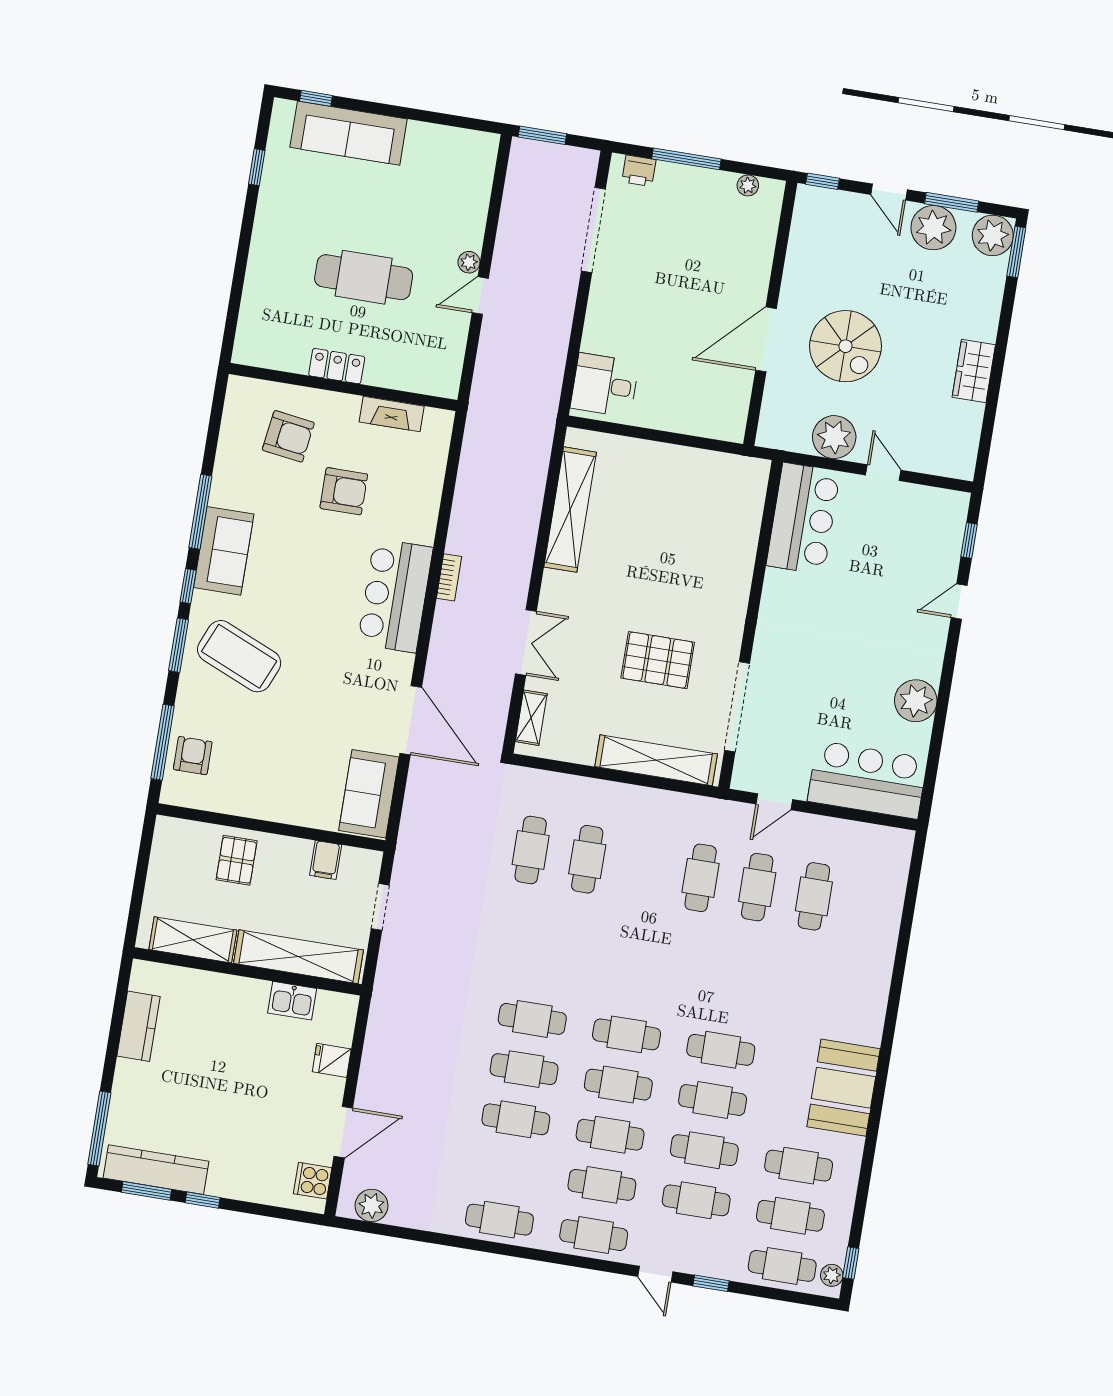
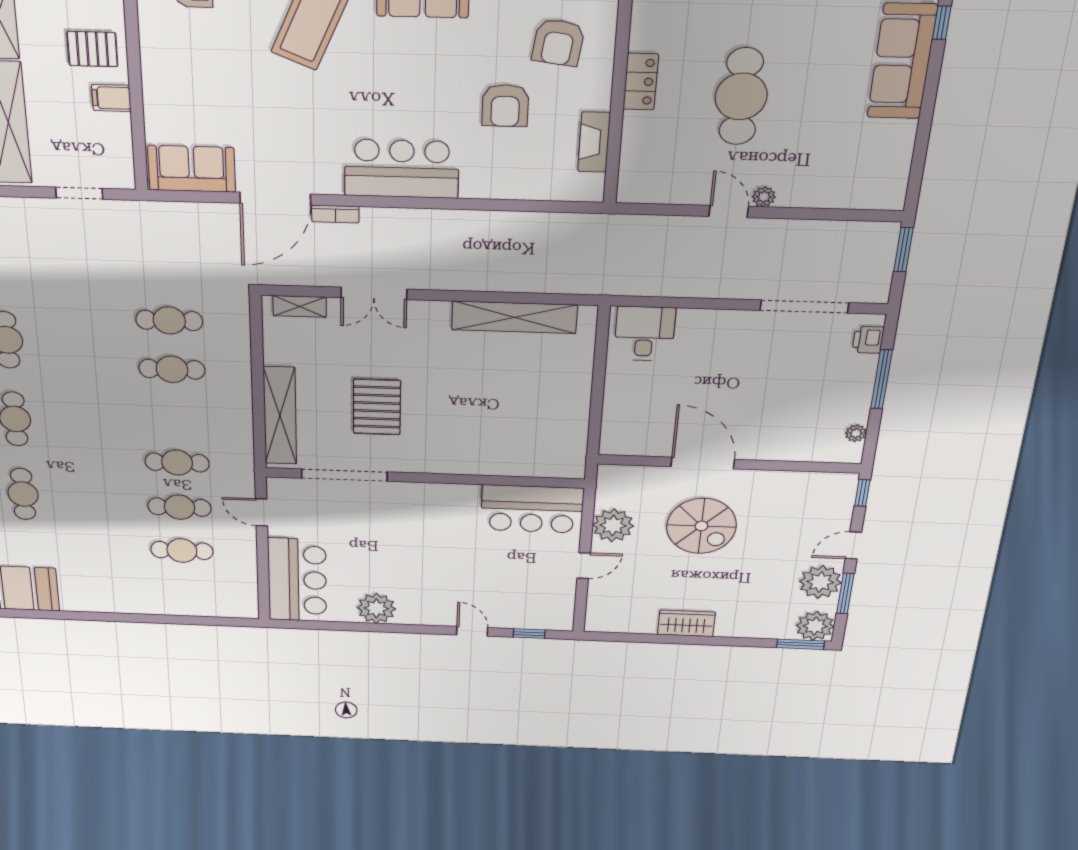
spiral stairs: (845, 346) -> (701, 526), turned -90
bookcase: (449, 577) -> (335, 214), moved
filing cabinet: (326, 860) -> (111, 98), moved

